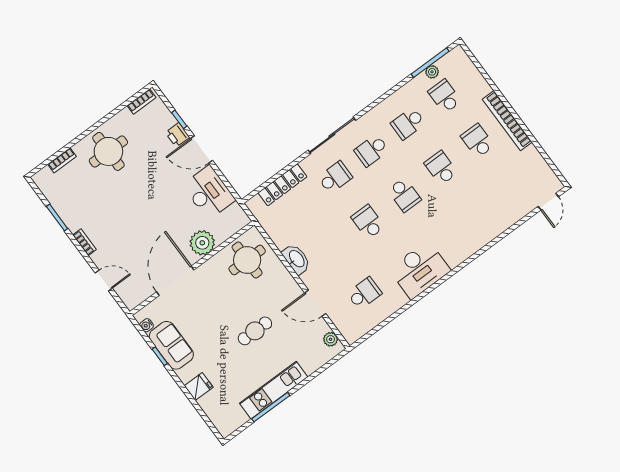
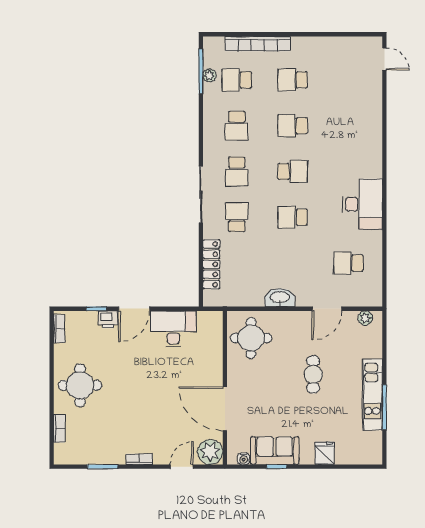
bookcase: (507, 121) -> (258, 44), moved
plant: (202, 243) -> (210, 452), moved
school desk: (364, 293) -> (348, 263), turned -90

